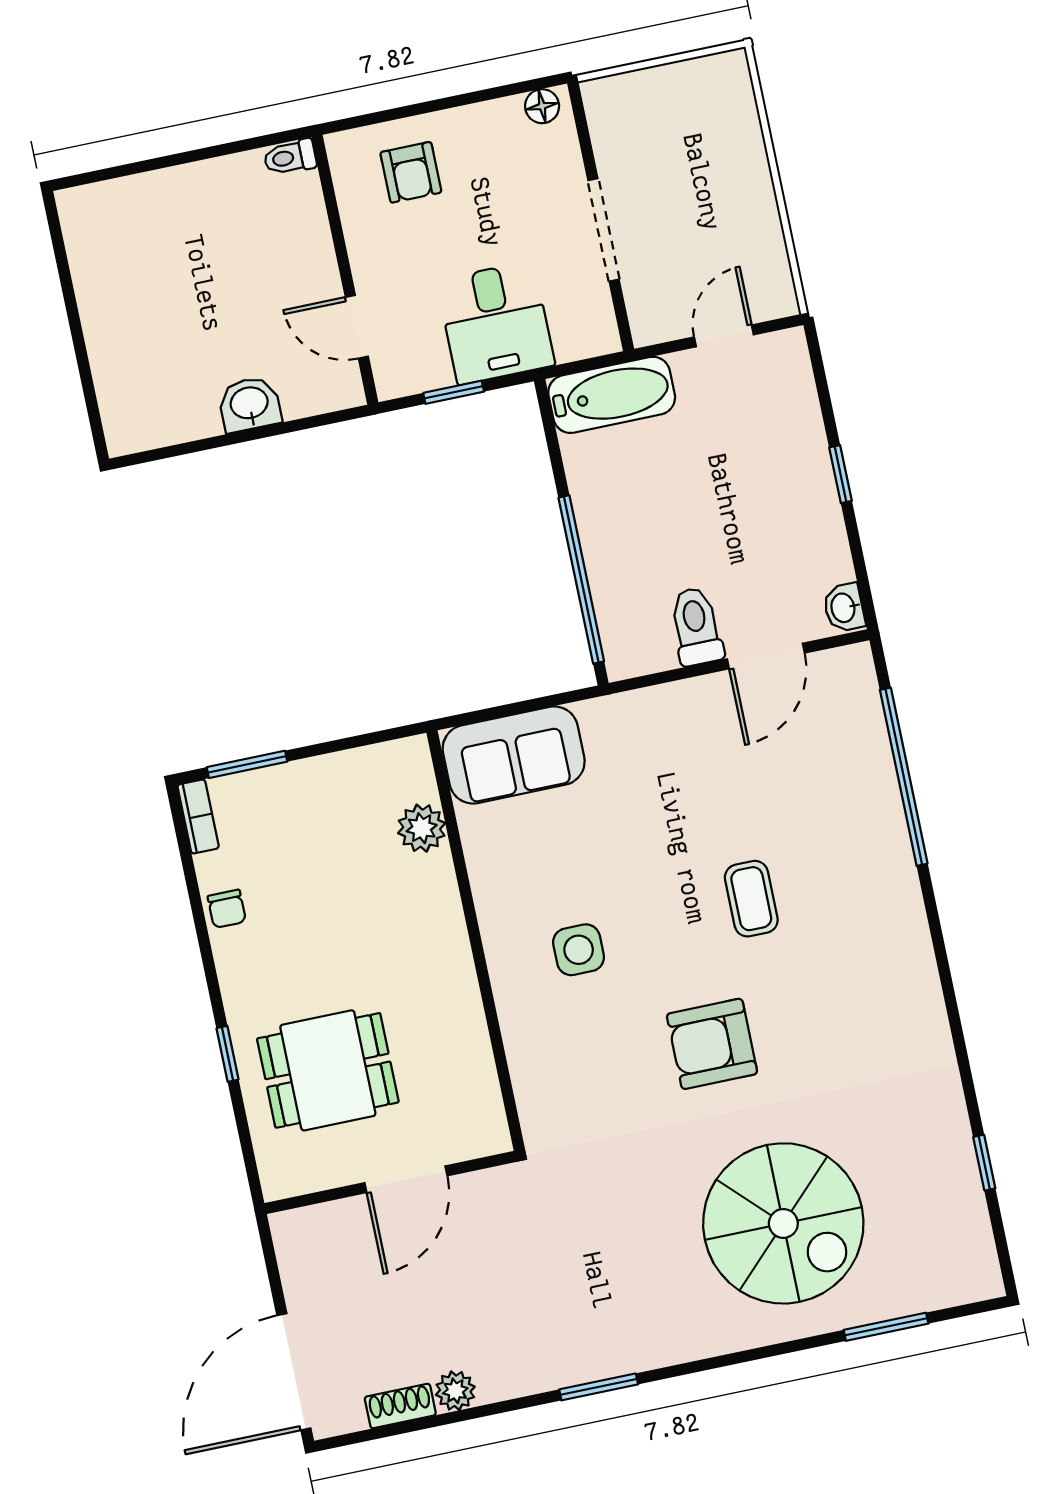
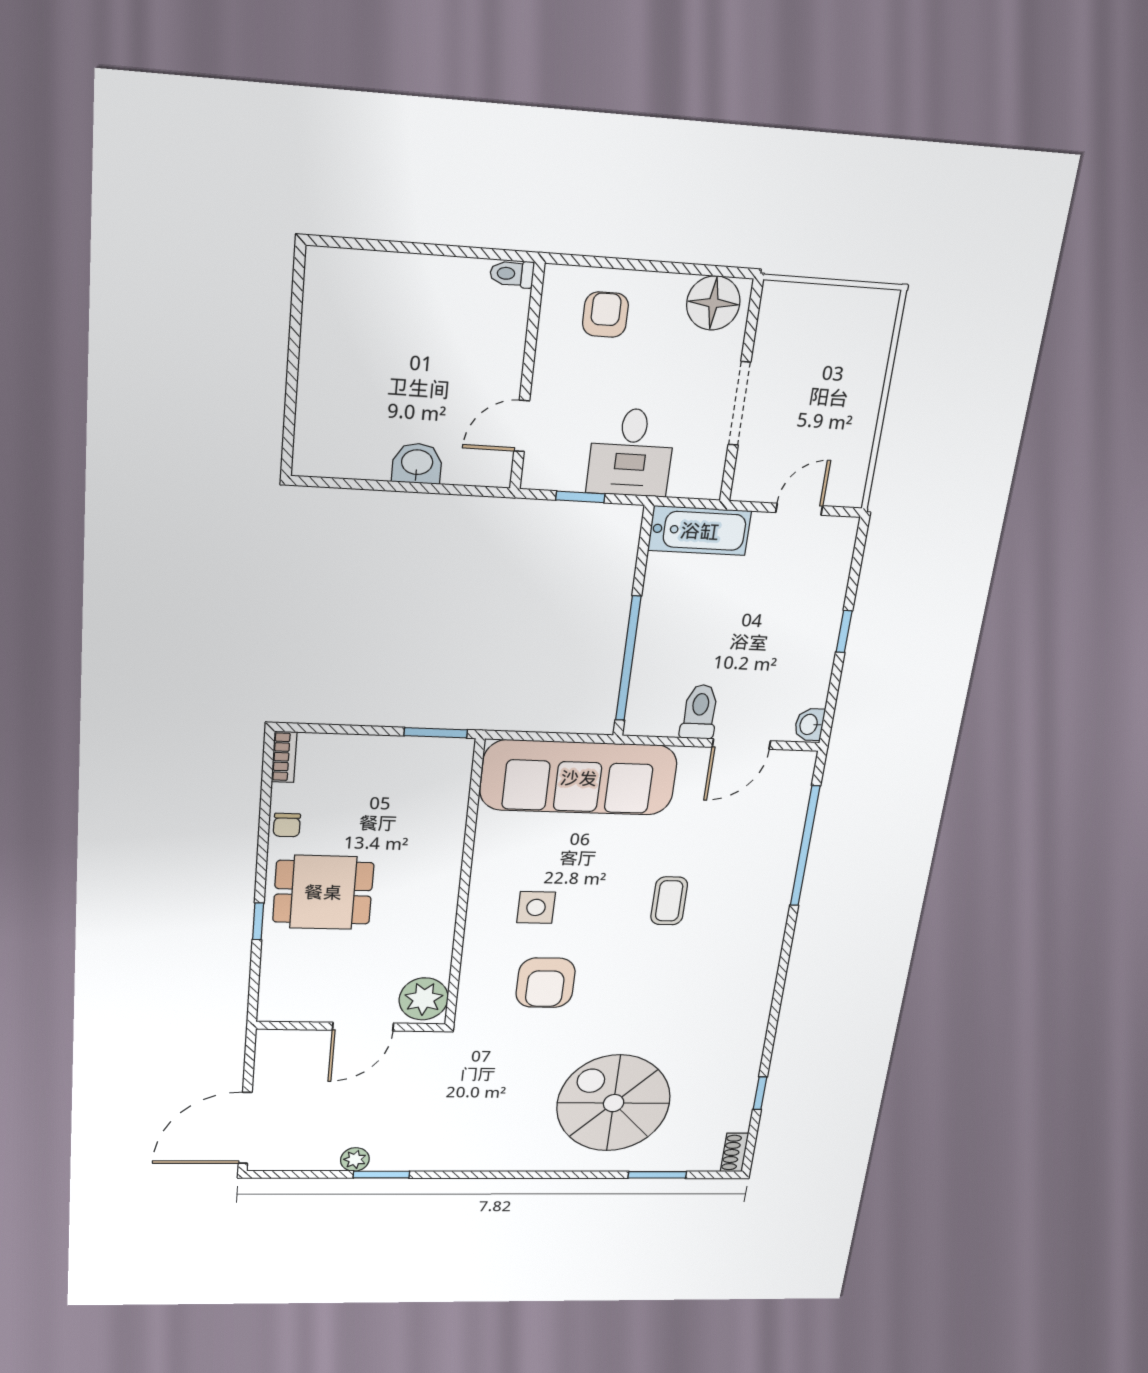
floor lamp: (542, 106) -> (713, 303), width x1.89, depth x1.89
armchair: (411, 172) -> (605, 315), turned 180
door: (357, 327) -> (522, 426), hinge flipped
sofa: (514, 755) -> (579, 778), width x1.85, depth x1.27
window: (247, 764) -> (436, 733), moved
plant: (422, 828) -> (424, 999), moved, width x1.36, depth x1.36
armchair: (712, 1044) -> (546, 983), moved, turned -90
dining table: (328, 1070) -> (323, 892), moved
spiral stairs: (783, 1223) -> (614, 1103), turned 180
window: (599, 1387) -> (381, 1175), moved
shoe rack: (400, 1406) -> (734, 1152), moved, turned -90

